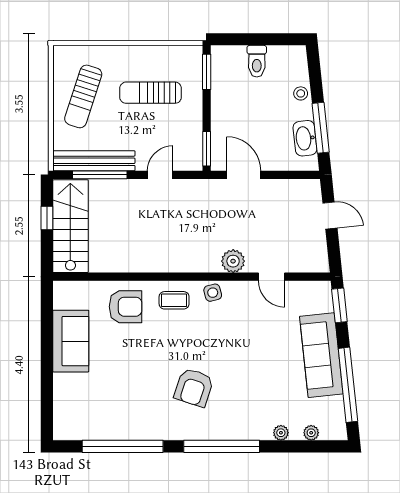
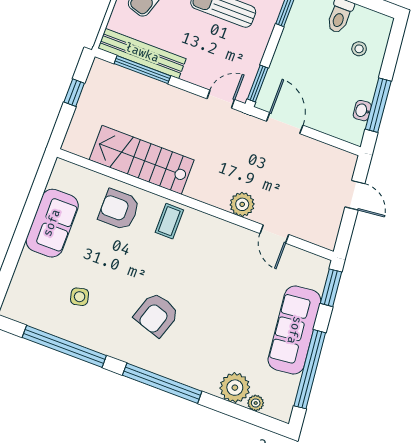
stool: (301, 93) -> (359, 49), moved
washbasin: (305, 138) -> (362, 111), width x0.52, depth x0.69
door: (160, 175) -> (221, 99), moved
stairs: (70, 226) -> (142, 160), moved, turned -90
side table: (213, 293) -> (80, 297), moved
coffee table: (174, 300) -> (169, 221), turned 90
armchair: (126, 307) -> (119, 209), turned 180
plant: (281, 433) -> (235, 388), width x1.88, depth x1.88

